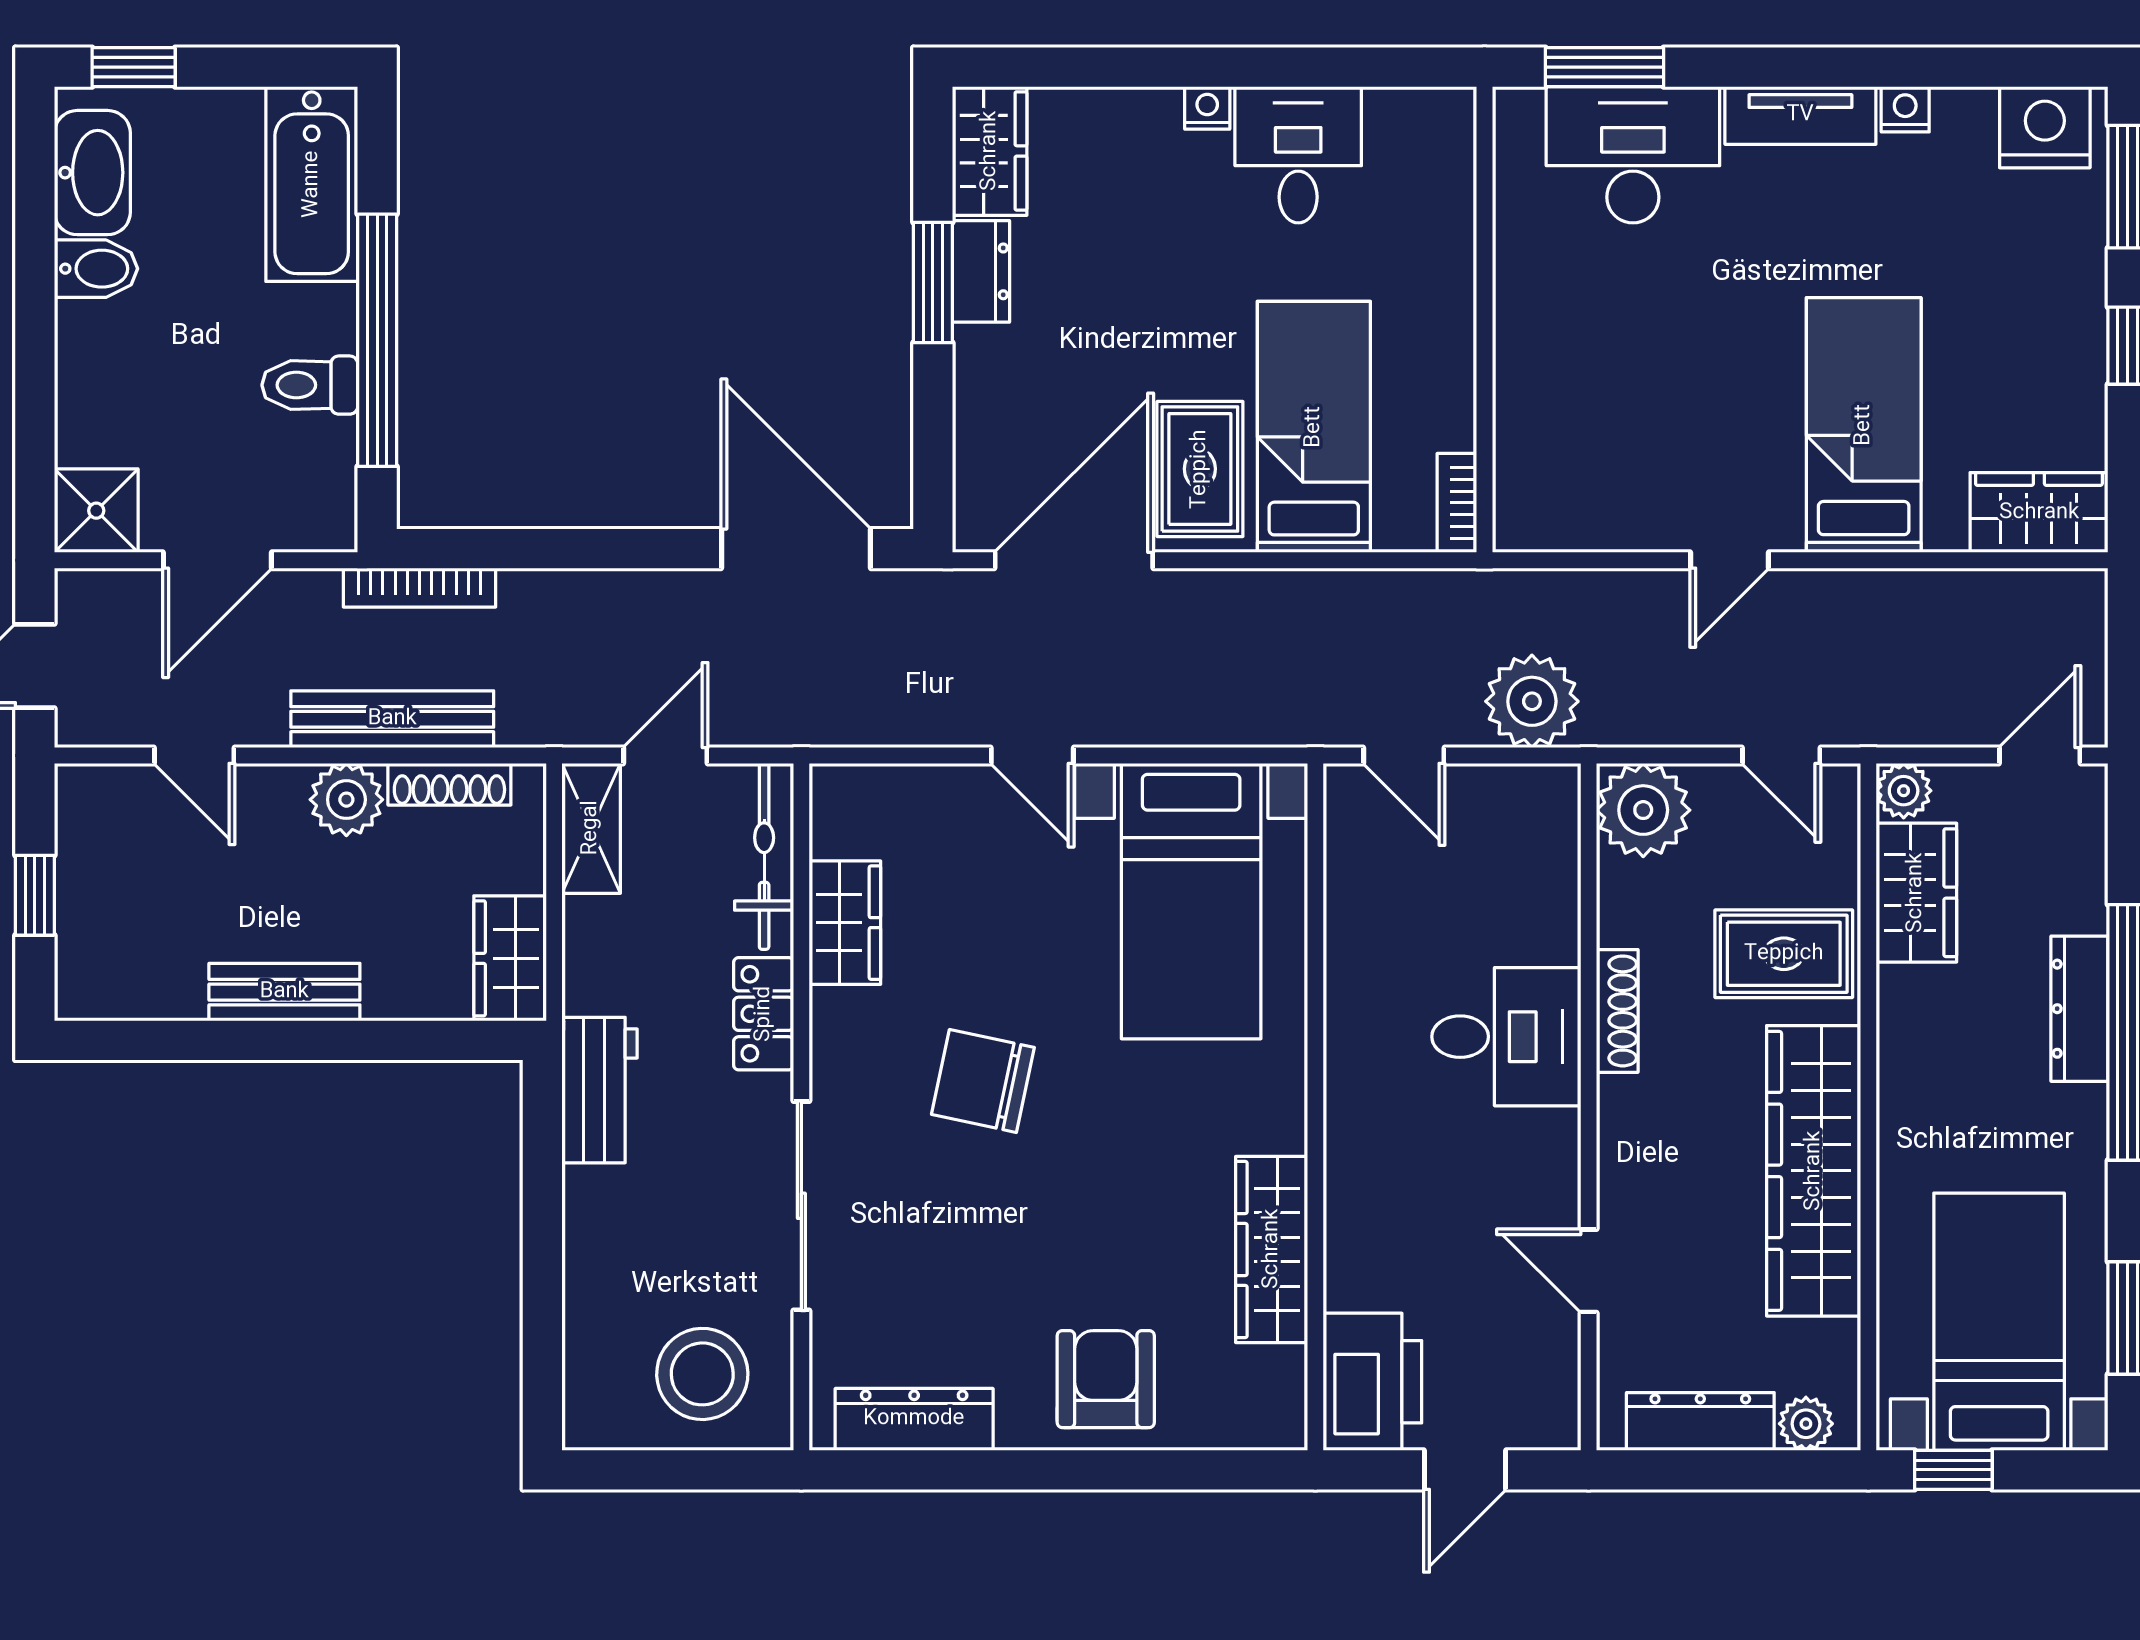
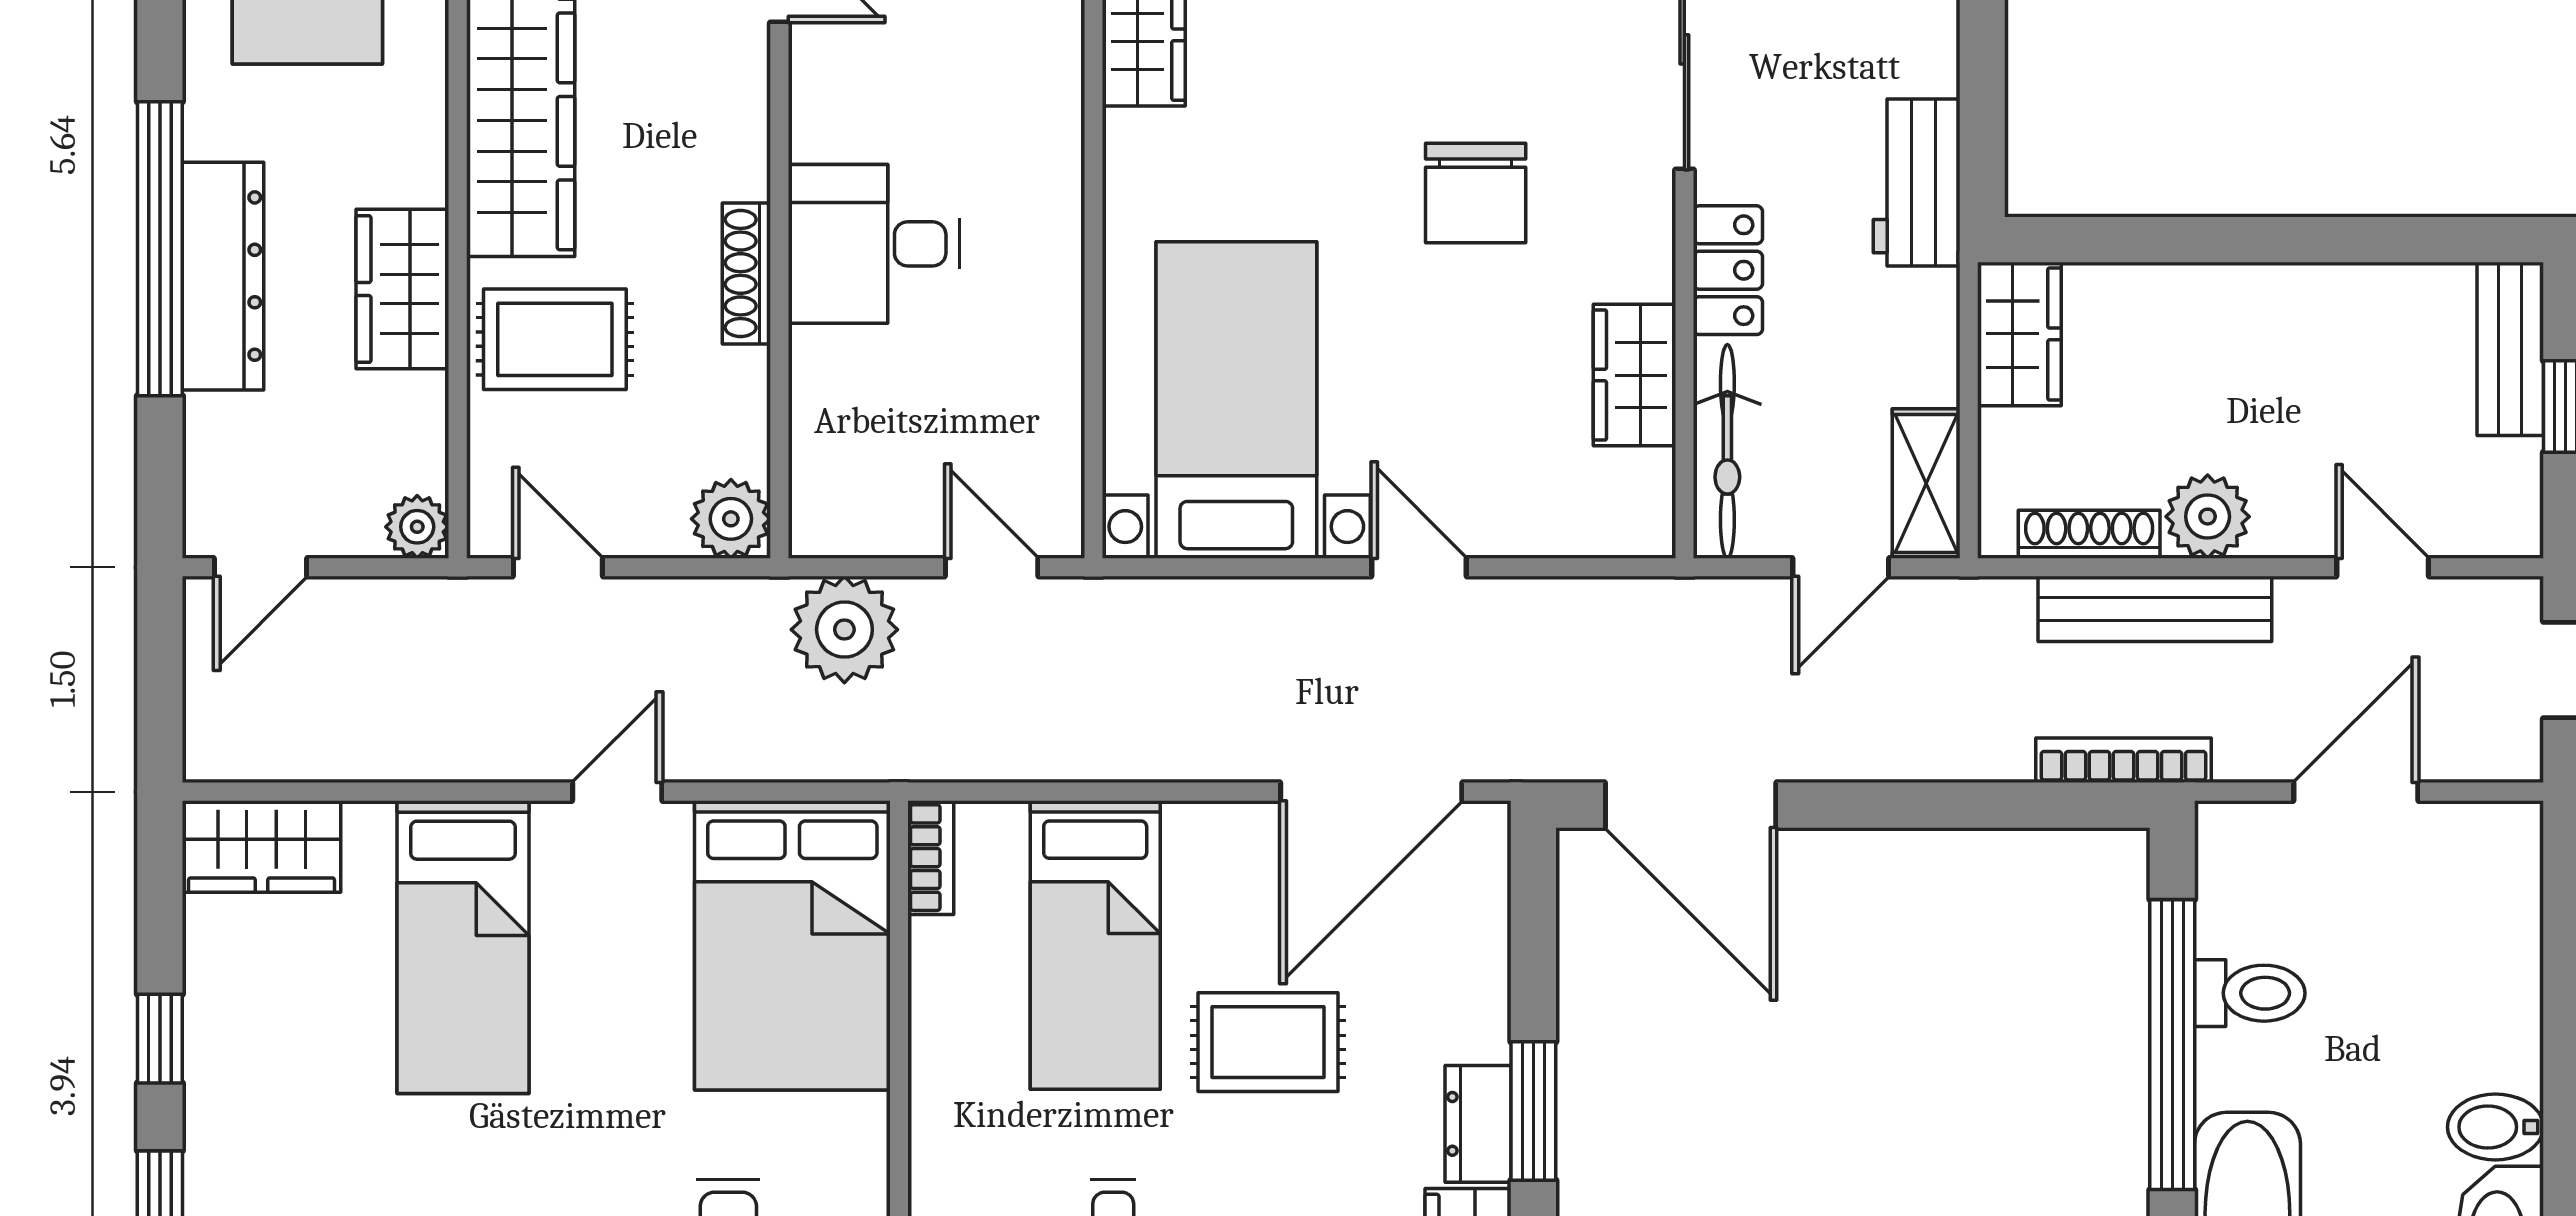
bed: (1577, 427) -> (792, 945), added
rug: (1200, 469) -> (1268, 1042), moved, turned 90
shower: (96, 511) -> (2495, 849), removed
plant: (1643, 810) -> (731, 519), width x0.73, depth x0.73
wardrobe: (1916, 893) -> (402, 289), moved
bench: (284, 992) -> (2510, 349), moved, turned 90
dresser: (2079, 1009) -> (223, 276), width x1.37, depth x1.24
chair: (983, 1081) -> (1476, 193), turned 78

